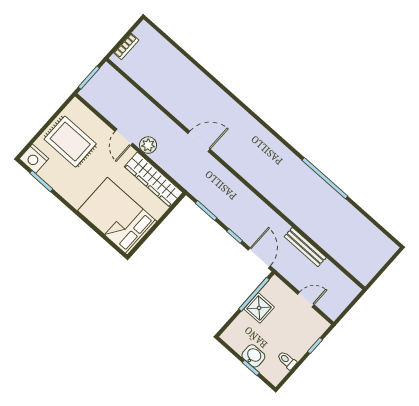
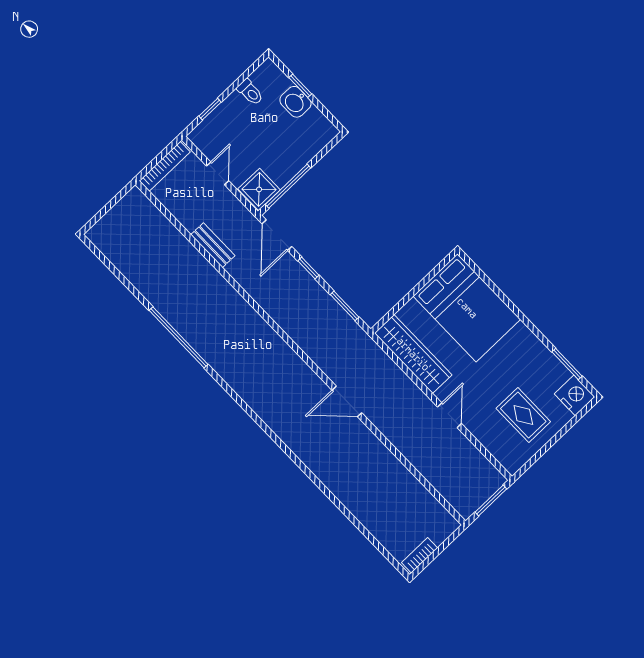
bookcase: (126, 46) -> (420, 555), moved
rug: (70, 142) -> (523, 415), width x0.73, depth x0.70
plant: (148, 145) -> (417, 402), removed
bench: (305, 247) -> (213, 245), width x0.73
door: (306, 299) -> (218, 173), swing flipped
bookcase: (345, 302) -> (165, 166), added
shower: (259, 308) -> (259, 189), moved

